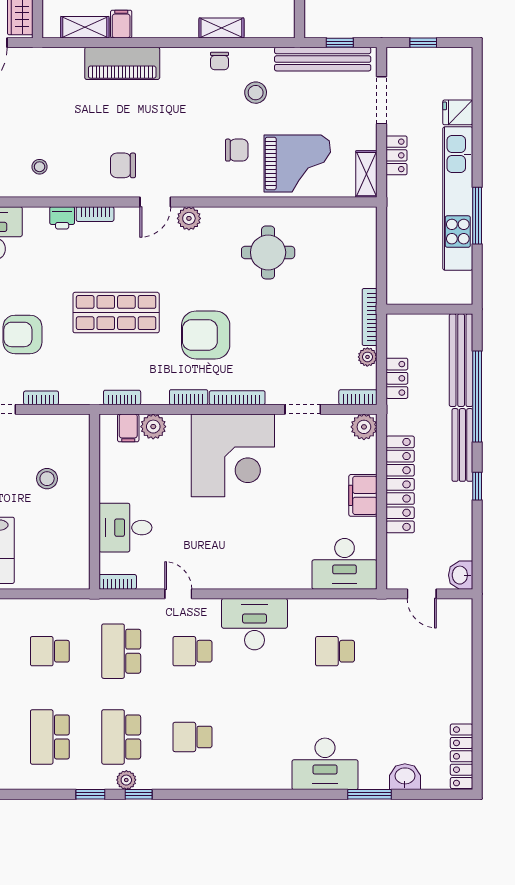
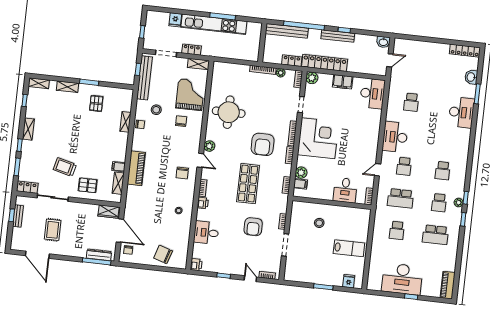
round table: (268, 252) -> (229, 112), width x1.36, depth x1.36
bench: (462, 445) -> (338, 36), moved
locker: (400, 484) -> (325, 63), moved
school desk: (121, 737) -> (439, 203), width x0.54

